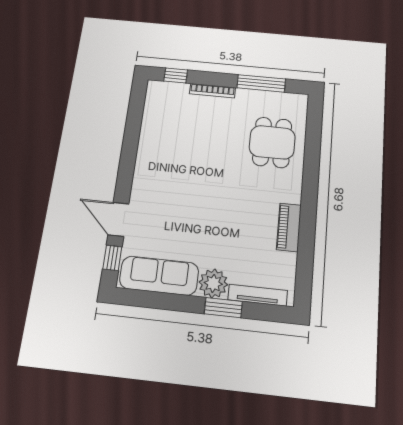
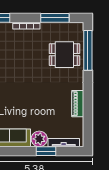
window: (313, 139) -> (88, 50), added
dining table: (272, 142) -> (64, 55), turned 90

